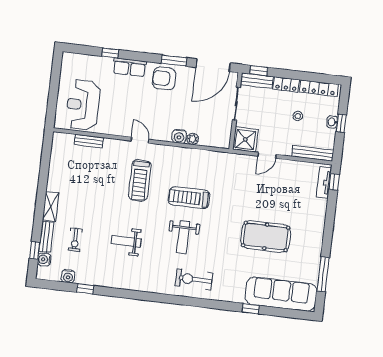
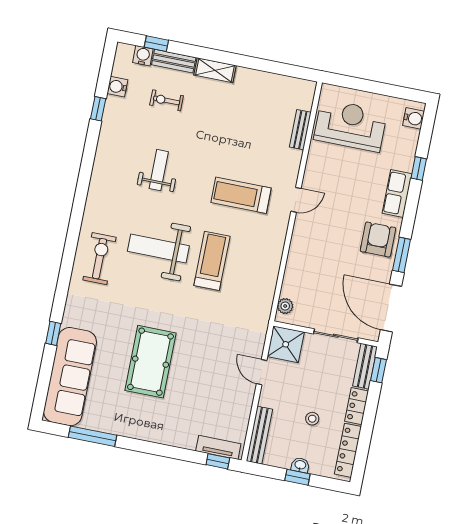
water cooler: (179, 136) -> (414, 118), moved, turned 180
plant: (193, 139) -> (285, 306), moved
weight bench: (183, 237) -> (158, 249), width x1.36, depth x1.33

